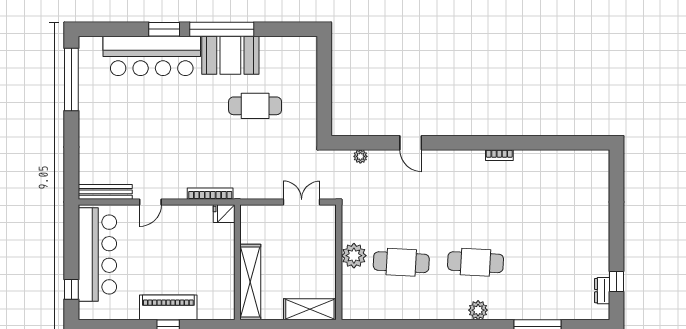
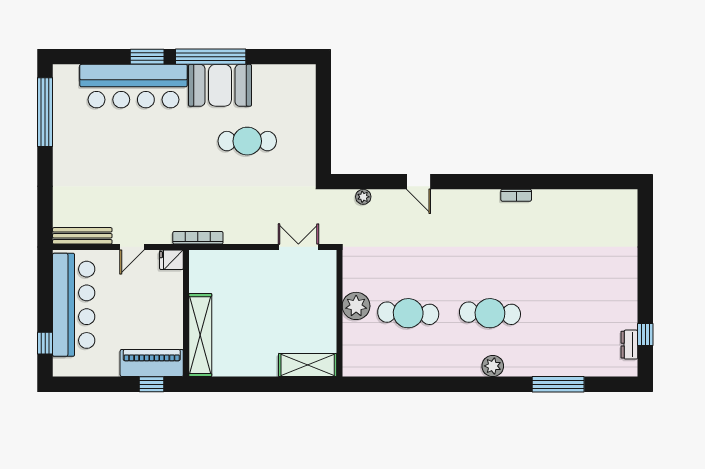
fridge: (224, 214) -> (171, 260), moved
wall: (237, 262) -> (186, 313), moved
shelving: (250, 282) -> (200, 335), moved

